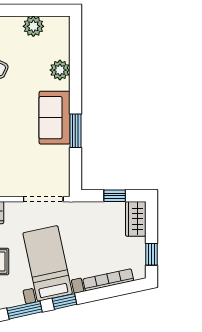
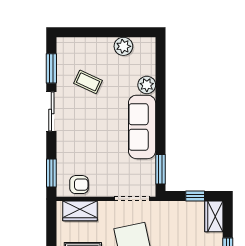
sofa: (55, 118) -> (142, 127), width x1.36
window: (75, 131) -> (161, 169), moved

